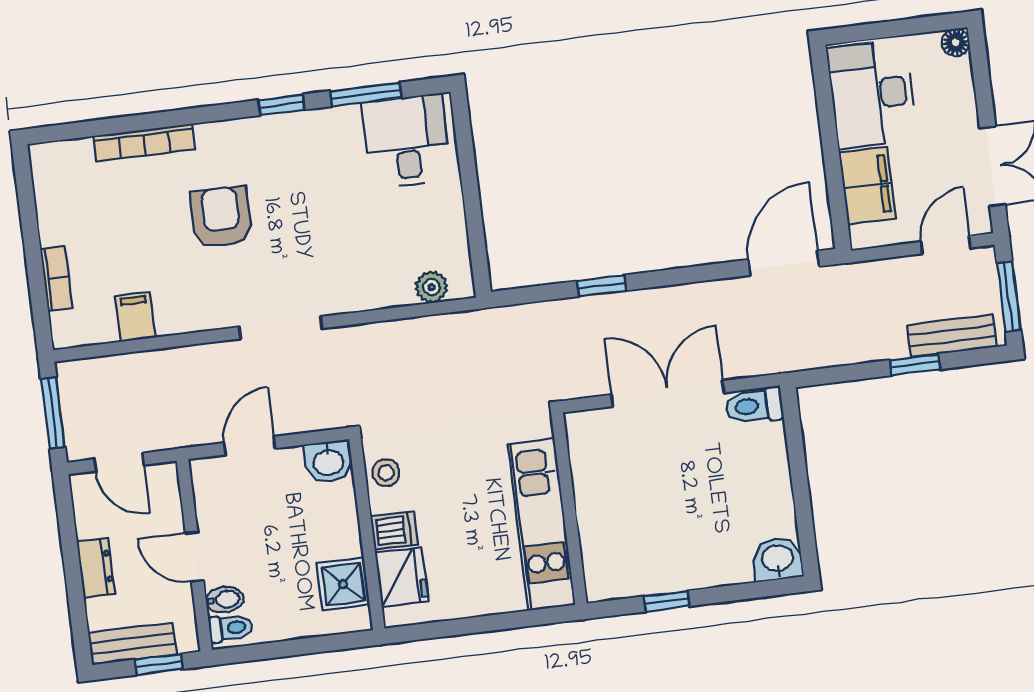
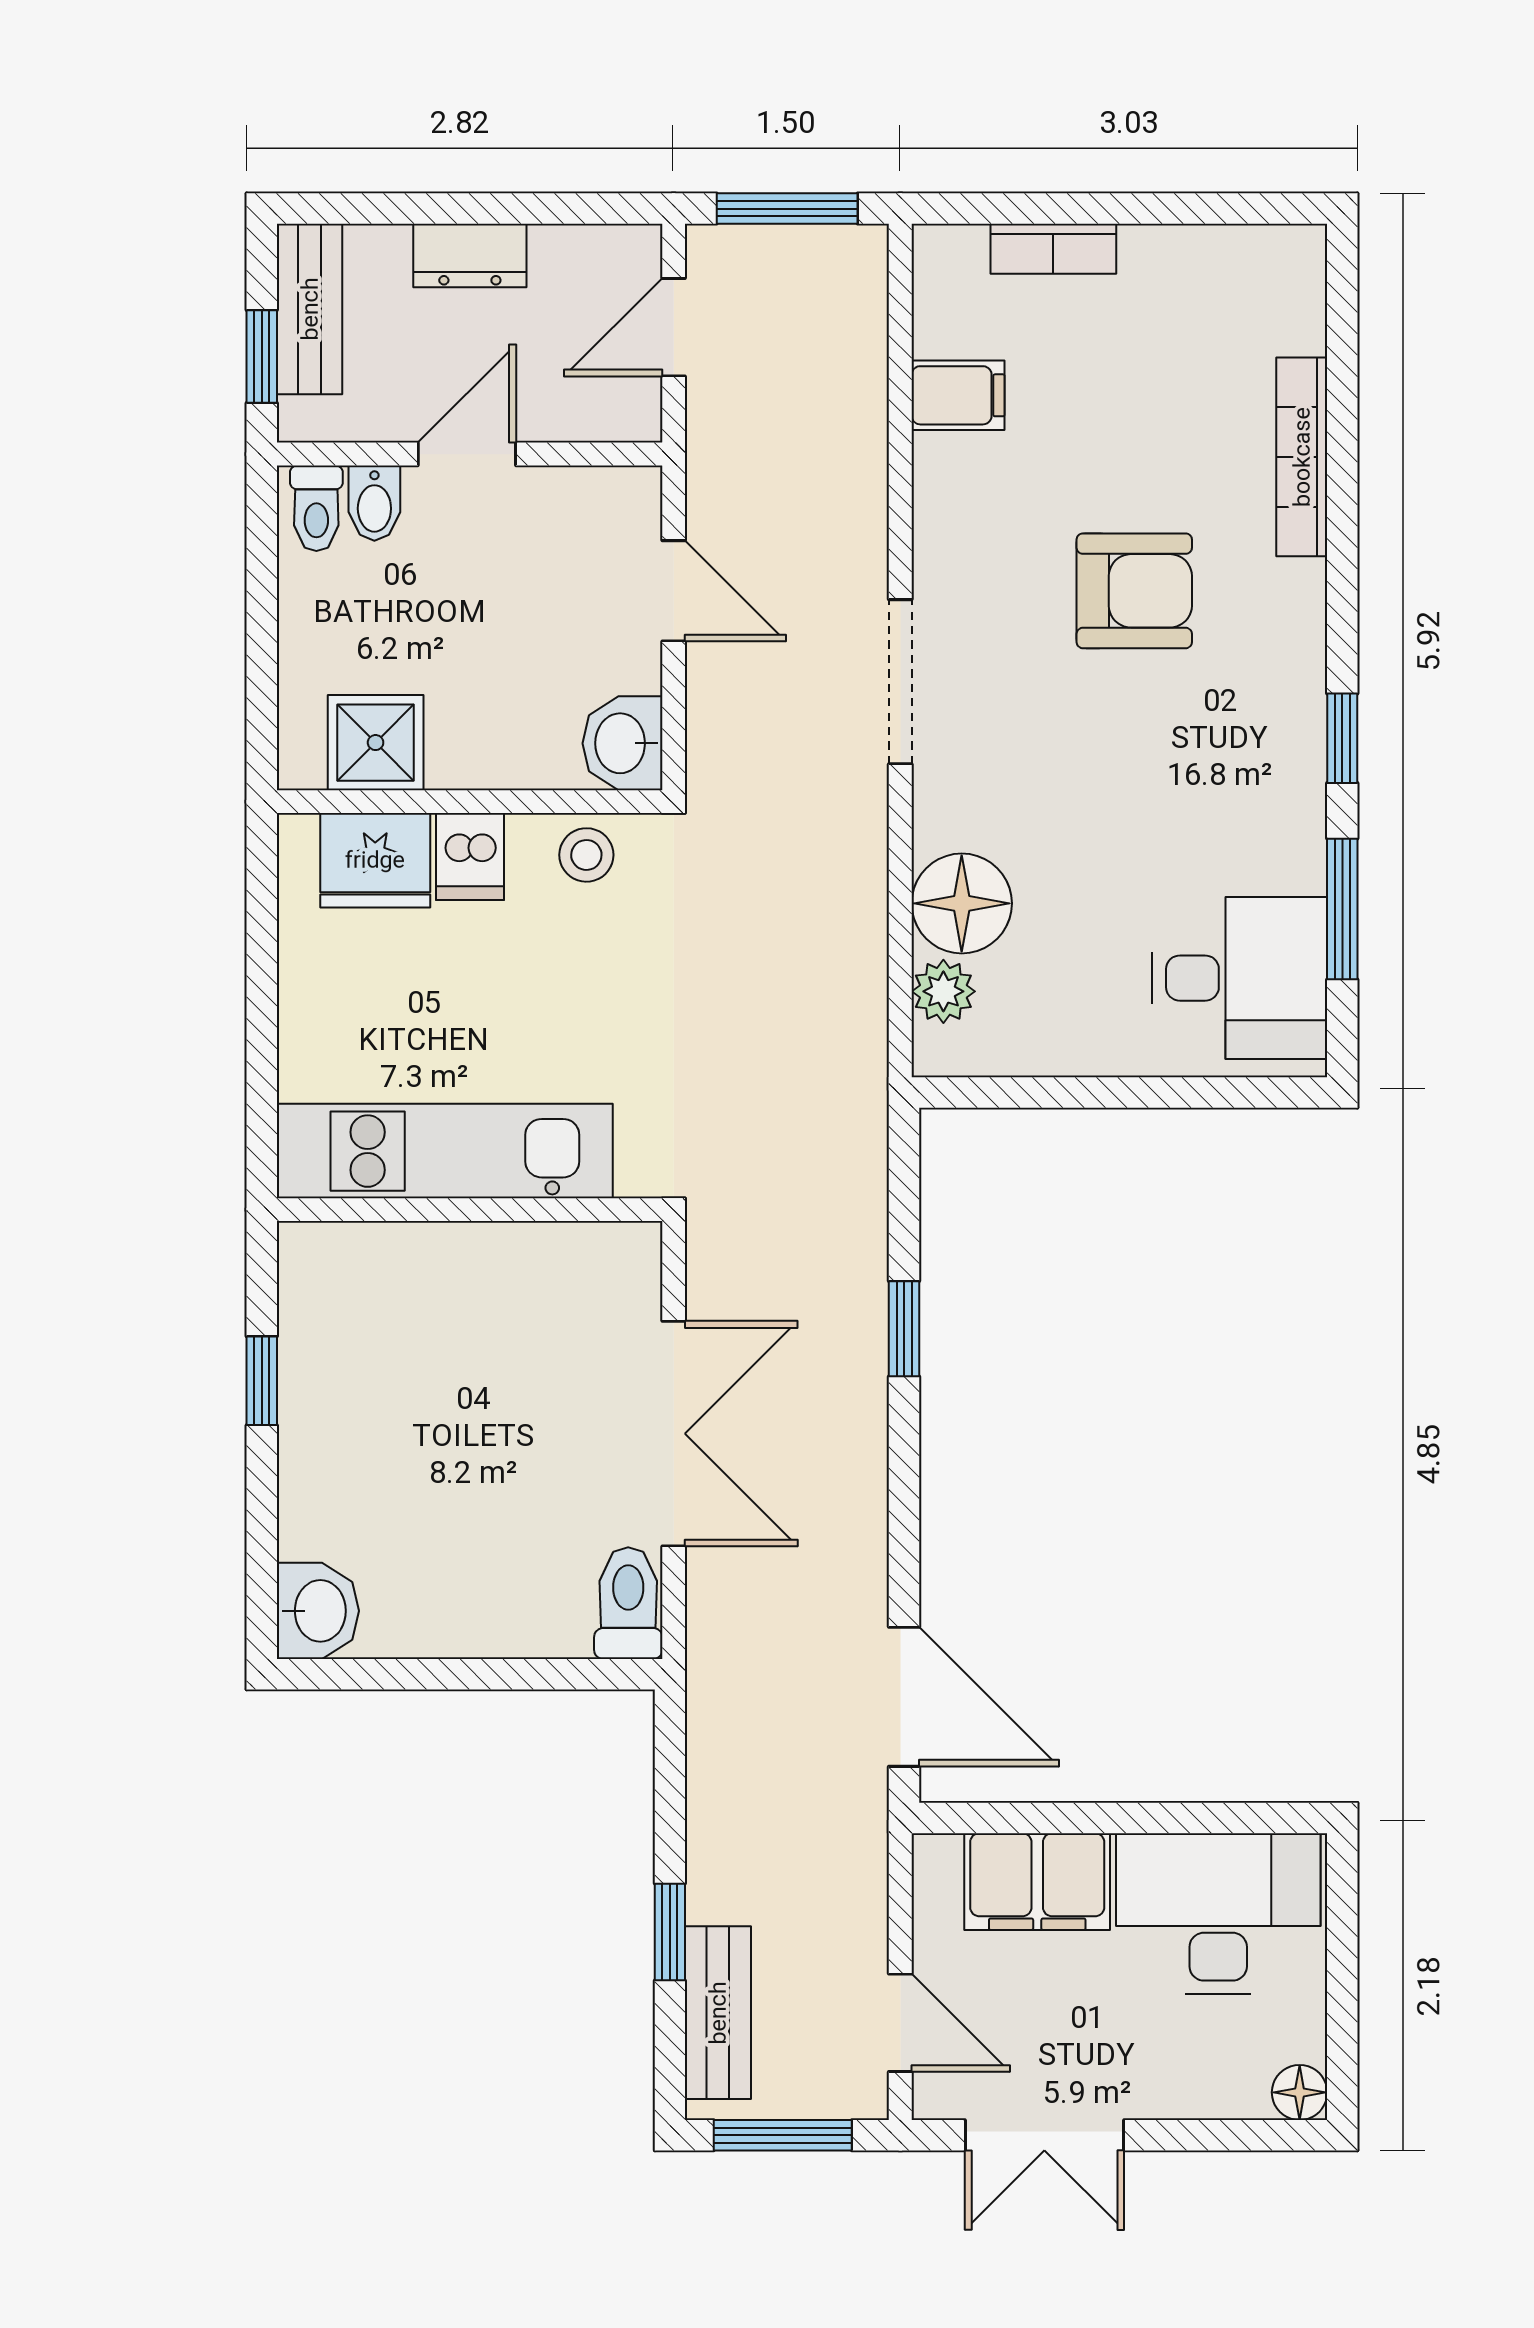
floor lamp: (387, 283) -> (962, 903), added

